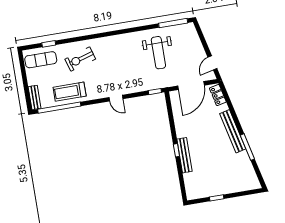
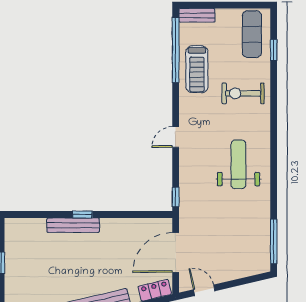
weight bench: (158, 53) -> (238, 164), moved, turned 90
exercise bike: (80, 59) -> (243, 93), turned -73
door: (191, 86) -> (176, 252), hinge flipped
treadmill: (70, 92) -> (197, 69), turned 180

